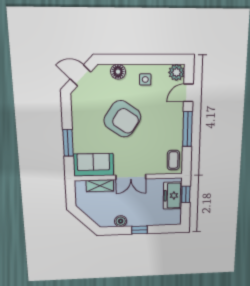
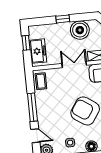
door: (188, 93) -> (35, 136), hinge flipped
window: (186, 194) -> (26, 43), moved
boiler: (121, 221) -> (80, 30), width x1.86, depth x1.86

